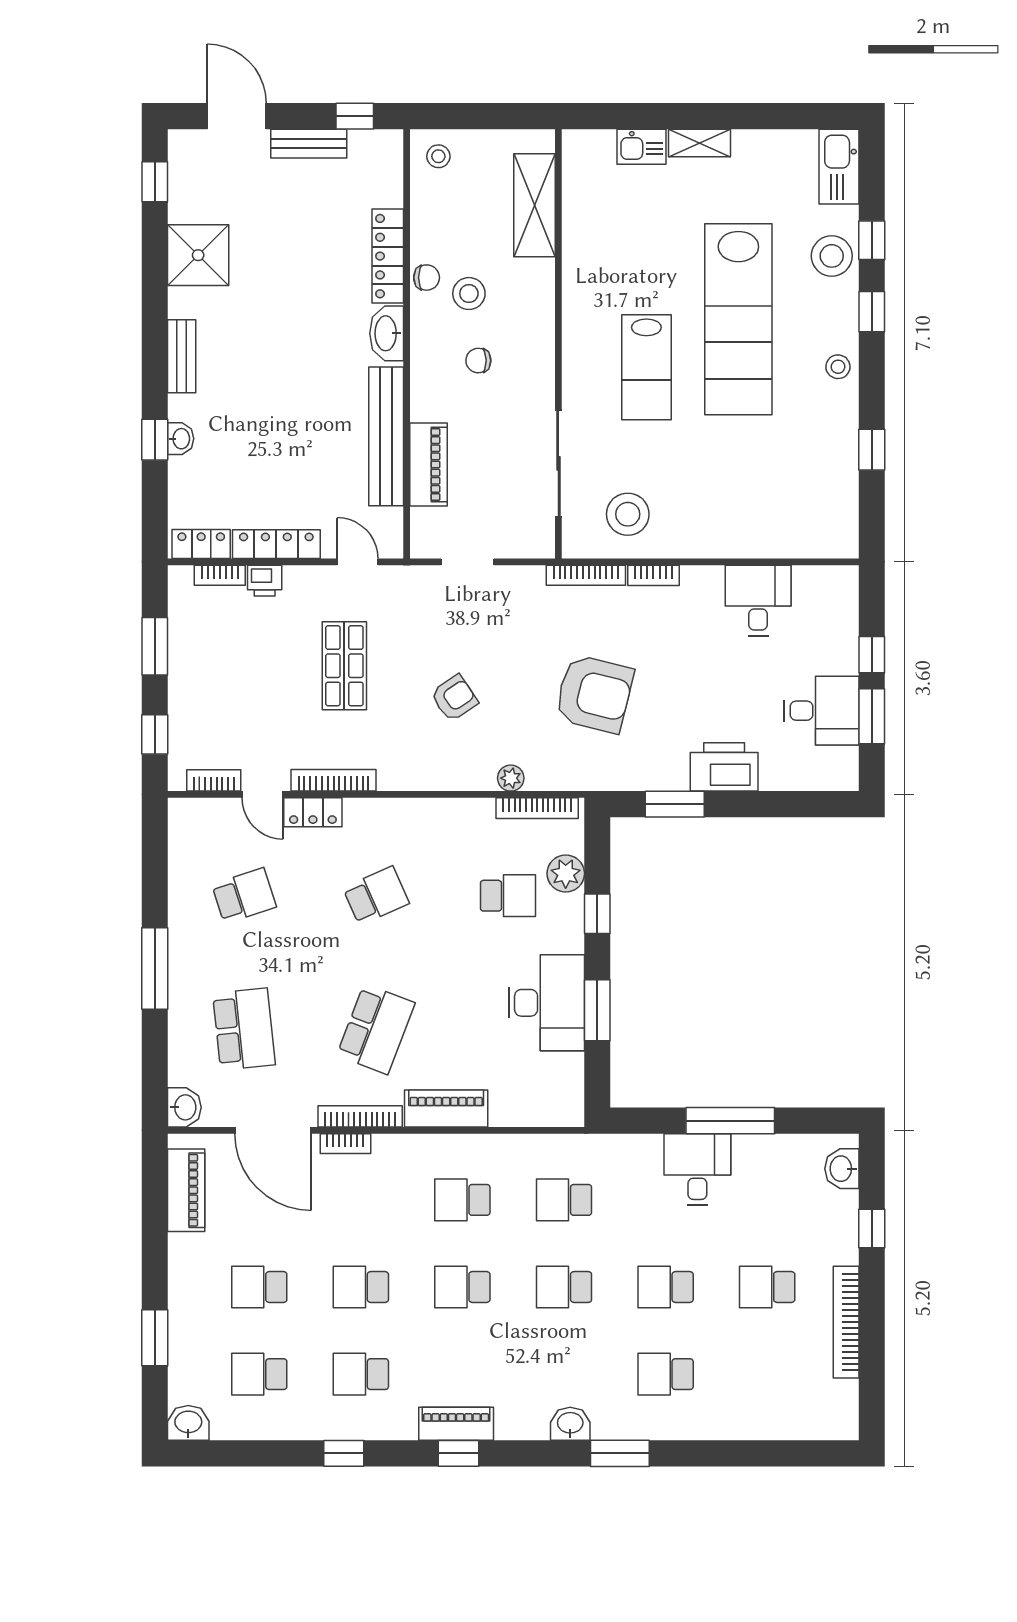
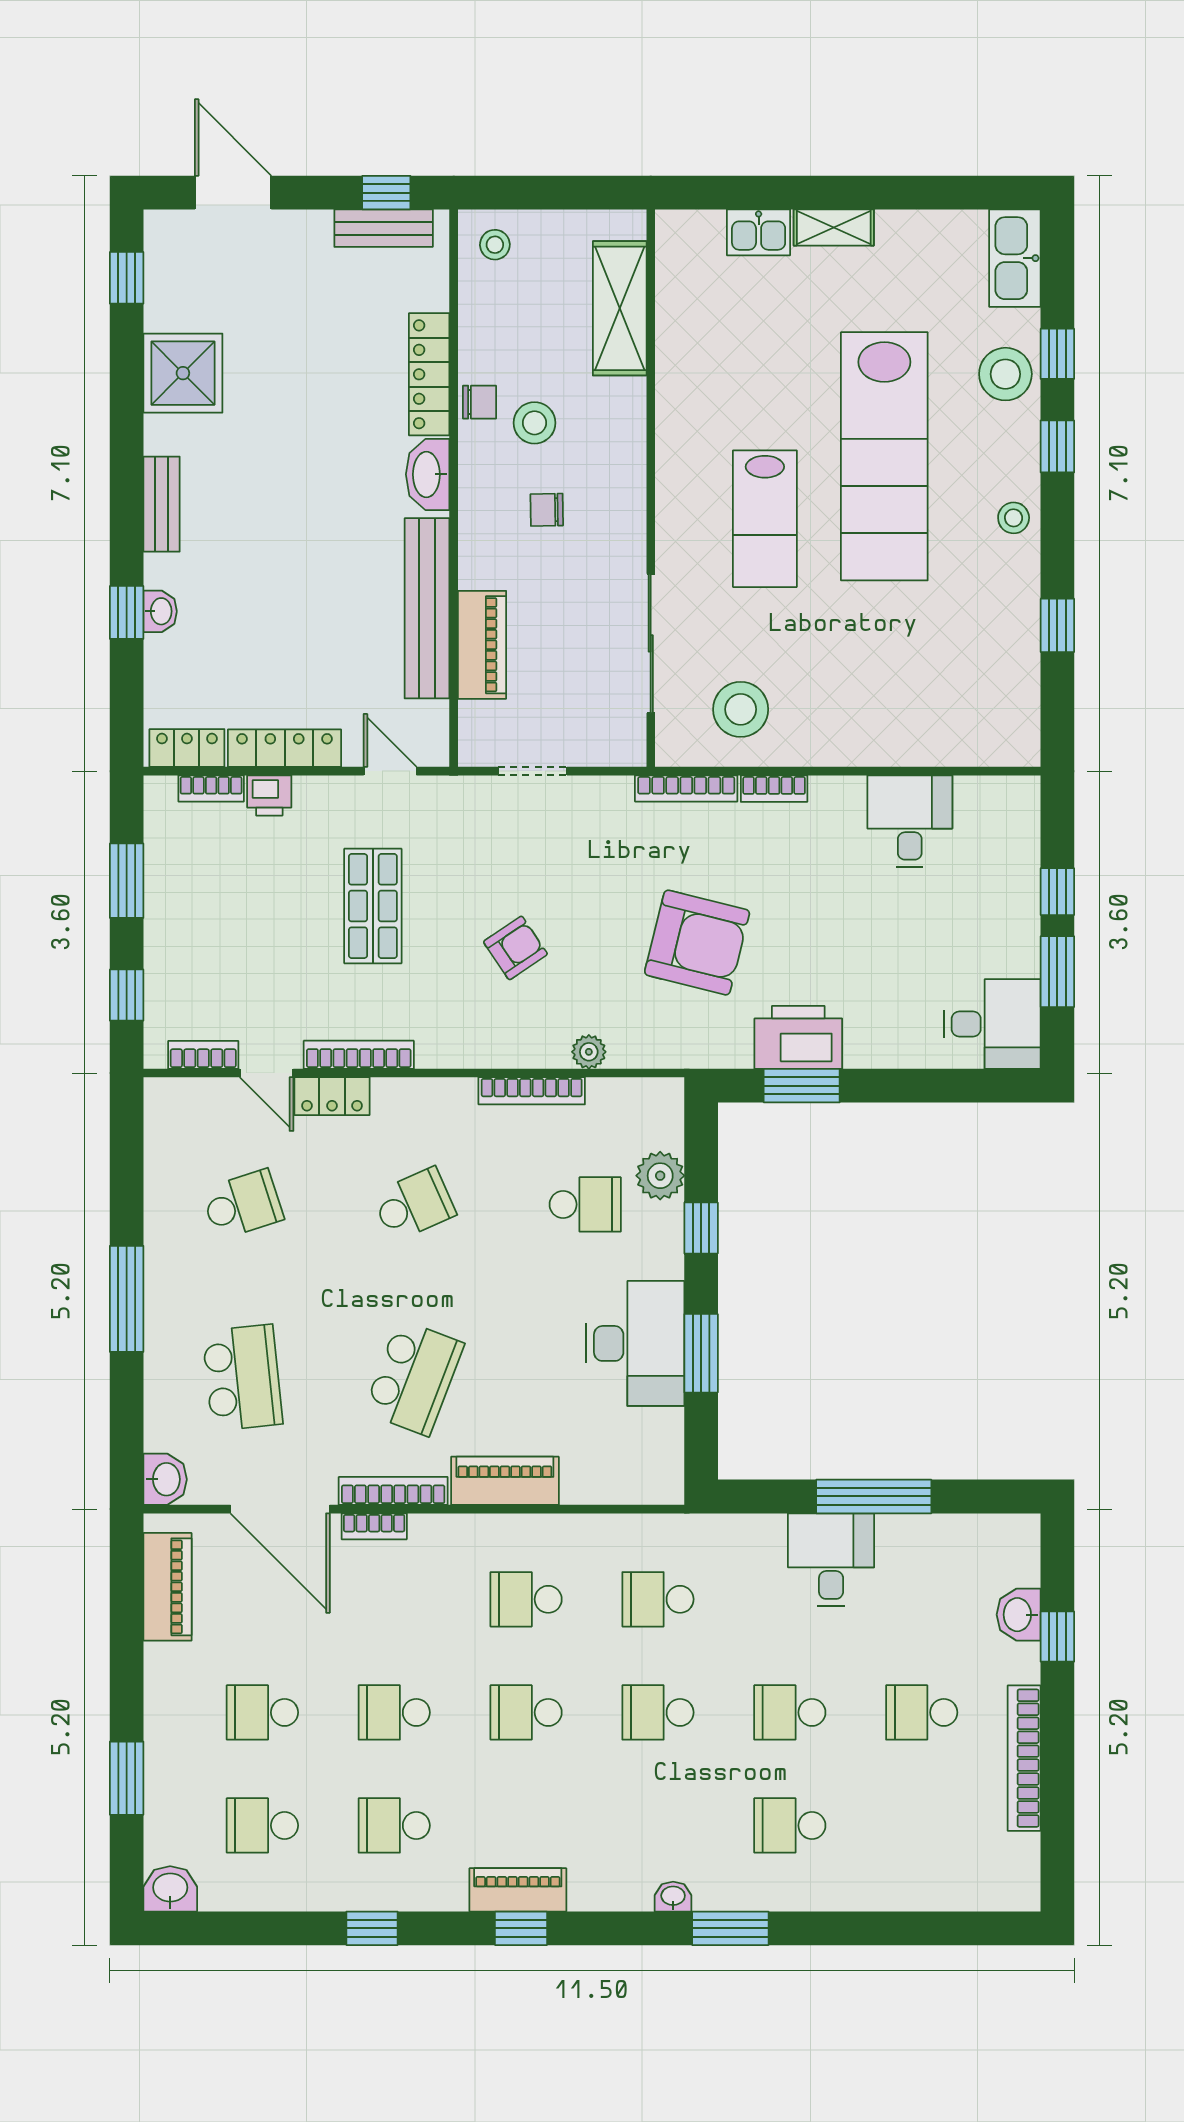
bench: (309, 144) -> (384, 228), moved
desk: (822, 711) -> (992, 1024), moved
printer: (724, 767) -> (798, 1037), moved
bookcase: (537, 808) -> (532, 1091), moved
washbasin: (842, 1169) -> (1019, 1615), moved
washbasin: (570, 1424) -> (673, 1897), width x0.72, depth x0.69

